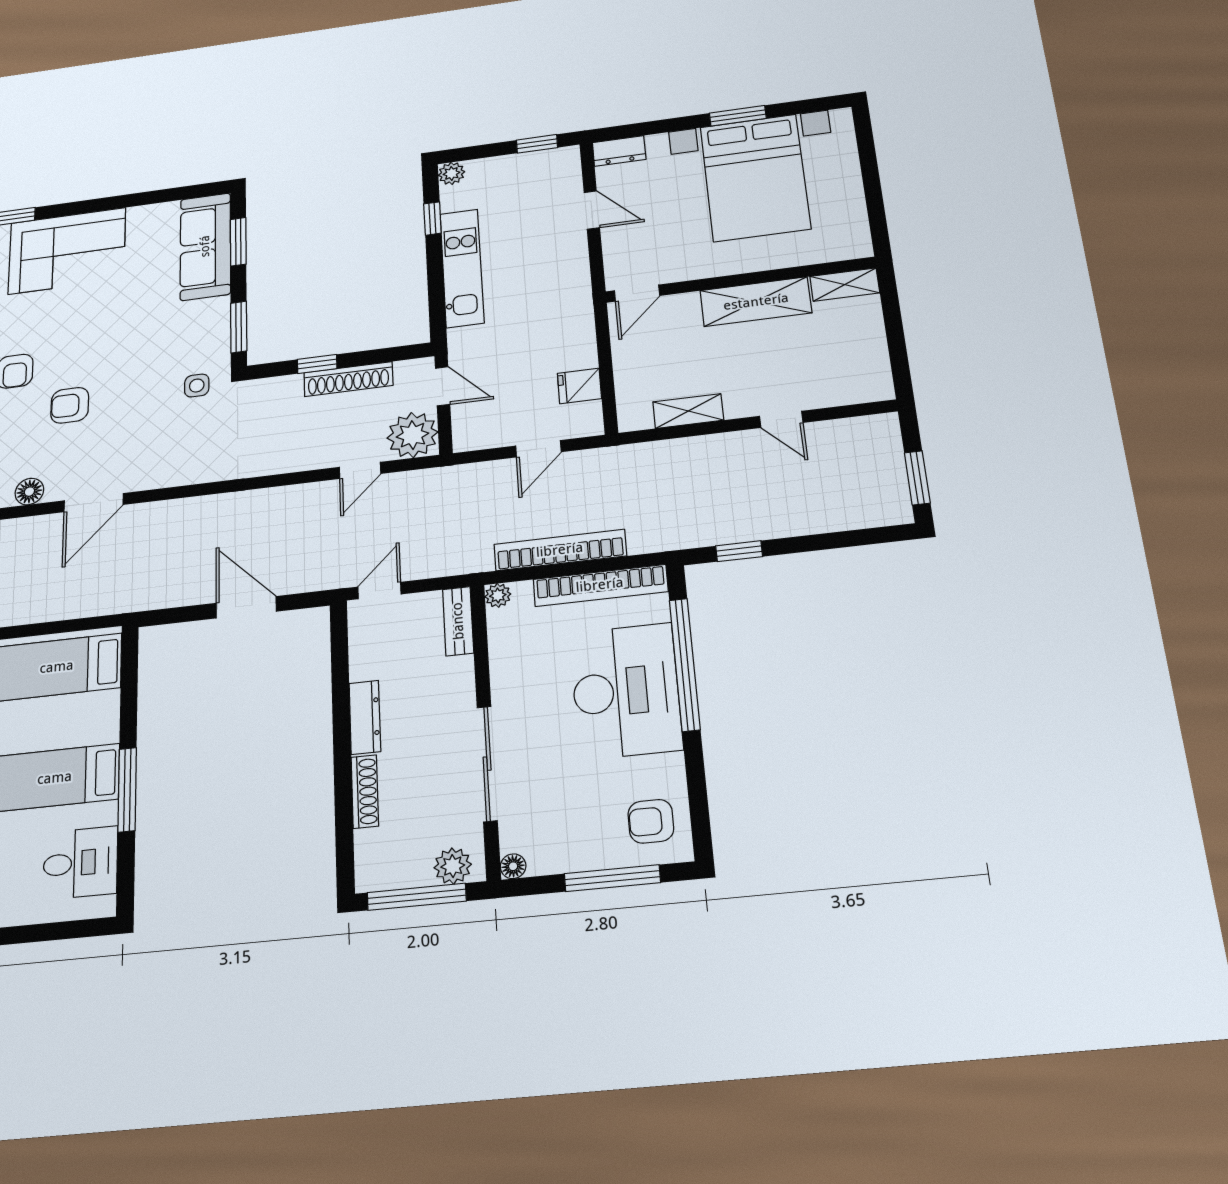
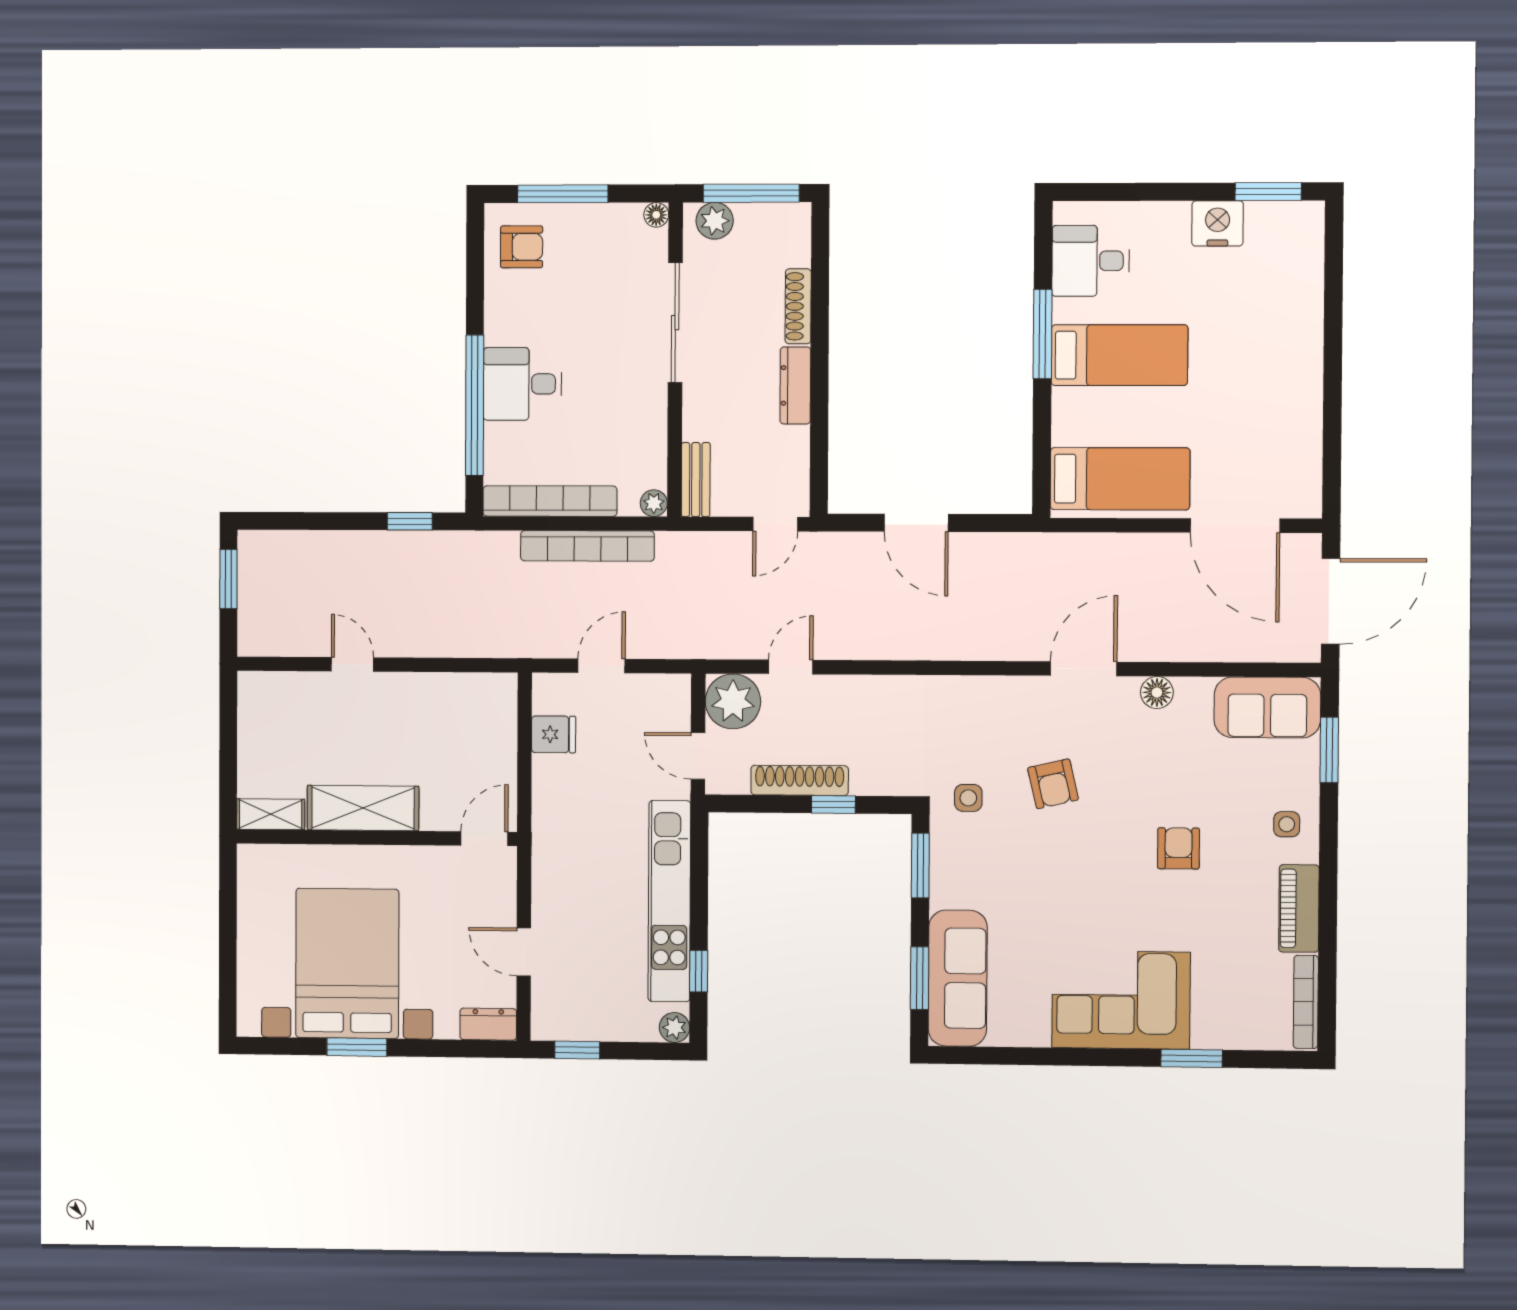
kitchen unit: (462, 268) -> (669, 901), width x1.36
armchair: (70, 405) -> (1053, 784), moved, turned 77
shelving: (688, 411) -> (445, 688), removed
desk: (626, 691) -> (522, 384), width x0.53, depth x0.77

